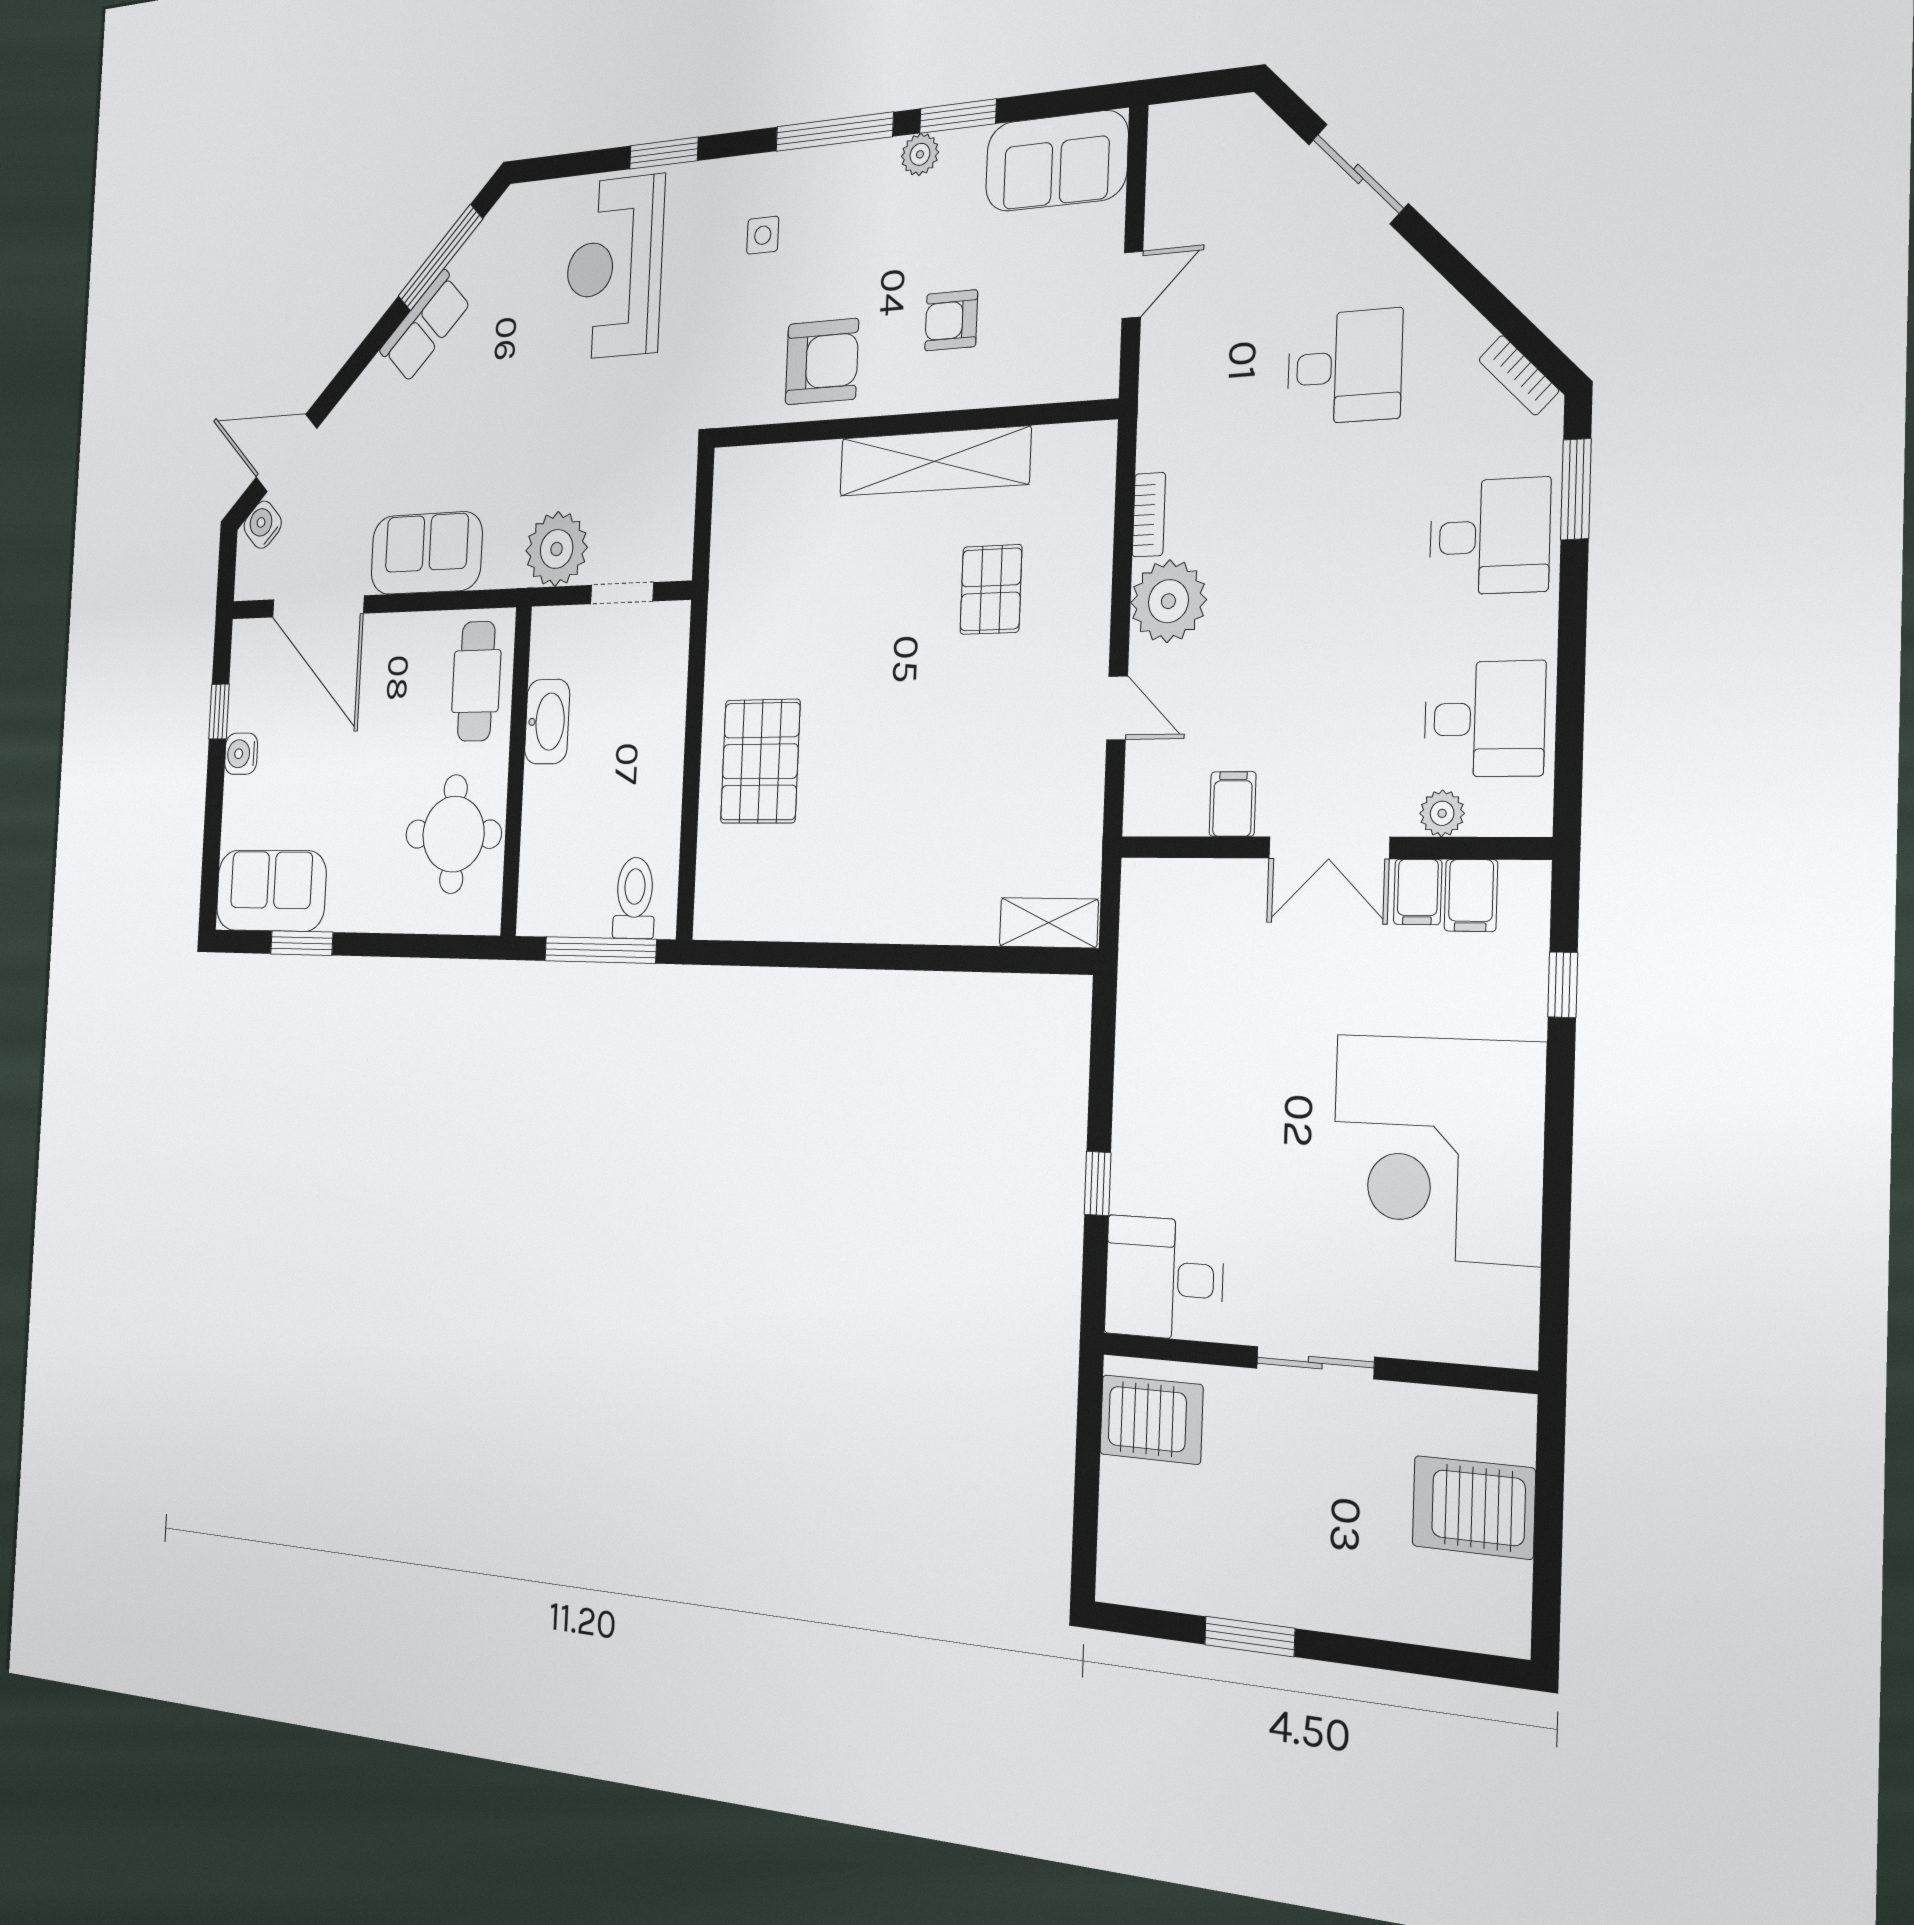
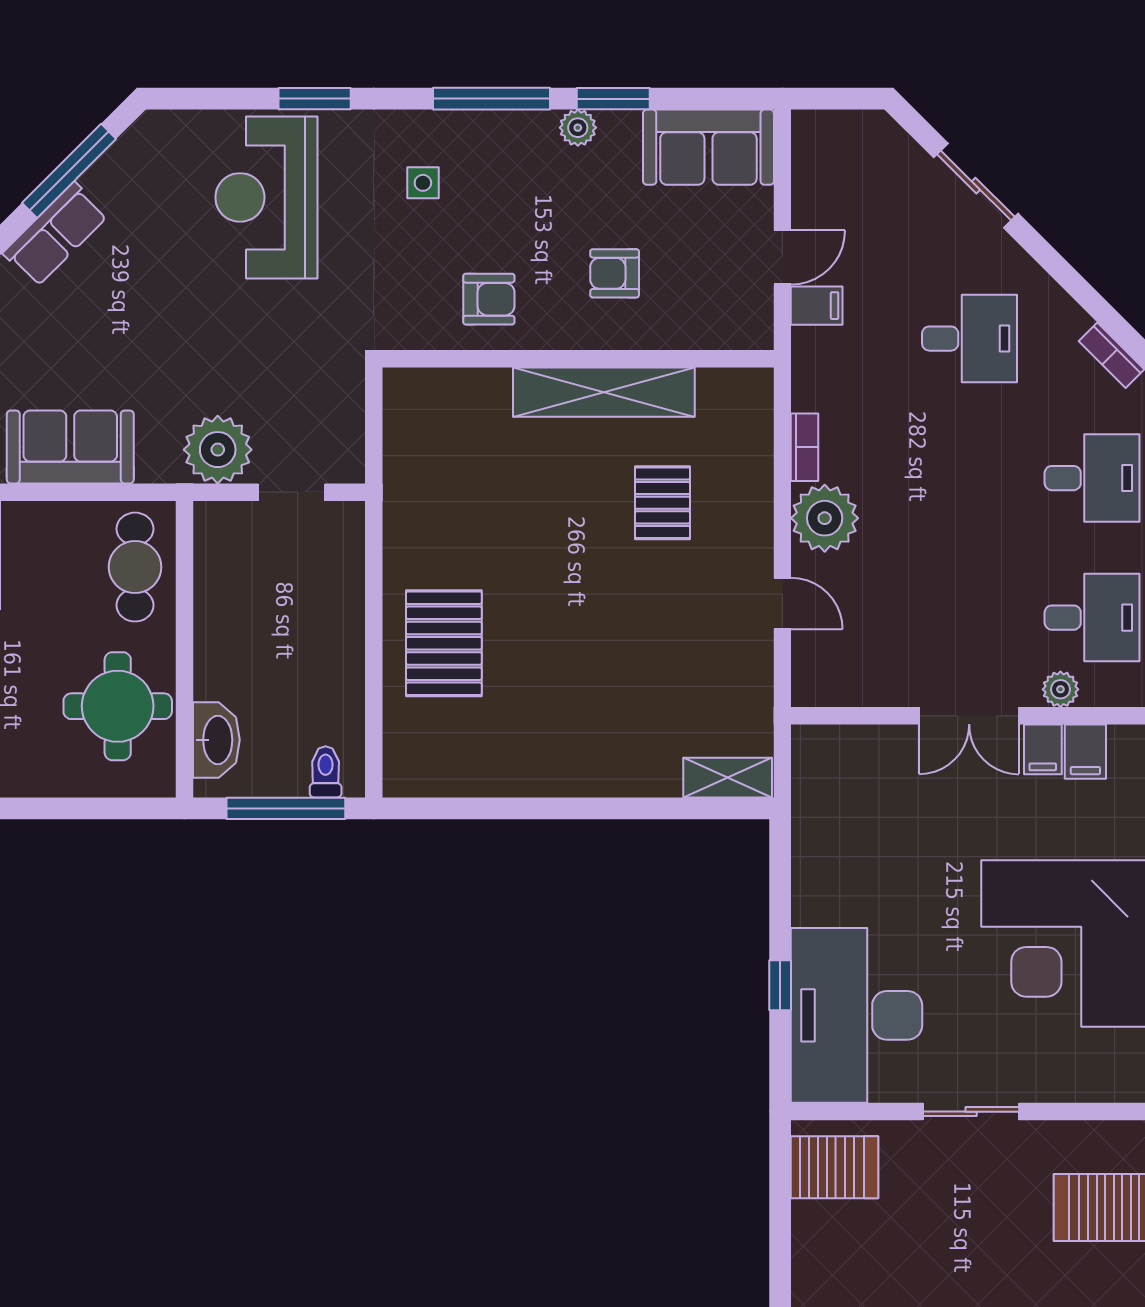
armchair: (822, 362) -> (489, 299), width x0.72, depth x0.72
washbasin: (547, 722) -> (216, 740), moved
filing cabinet: (1233, 804) -> (817, 306), moved, turned 90
toilet: (634, 898) -> (326, 772), width x0.73, depth x0.72
desk: (1164, 1278) -> (857, 1015), width x1.87, depth x1.30

